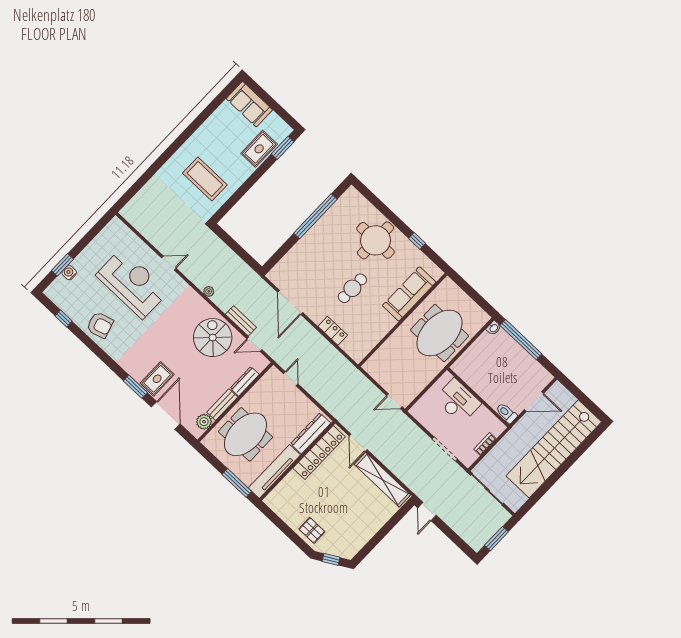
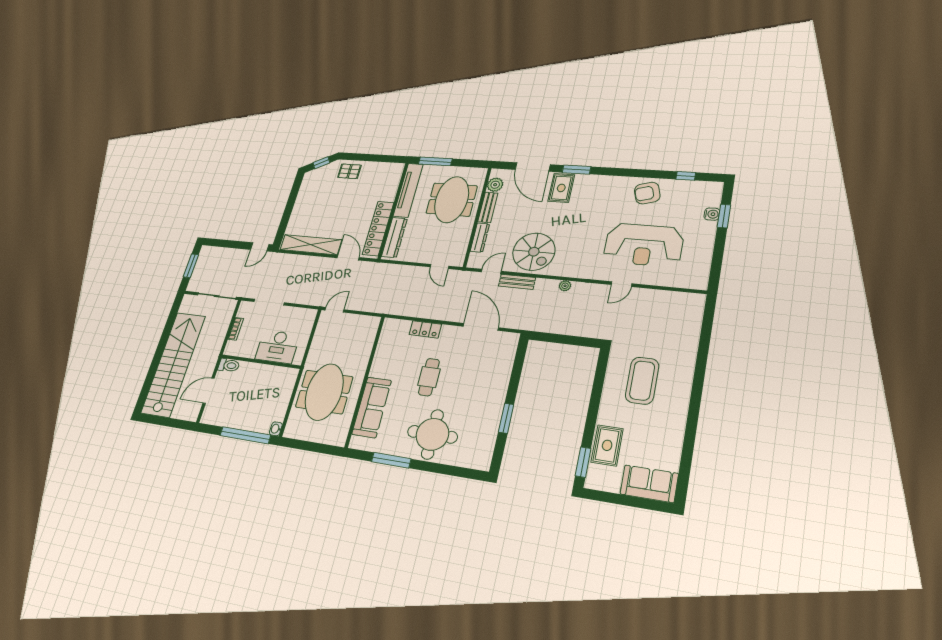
coffee table: (205, 179) -> (642, 381), turned 90
window: (315, 216) -> (506, 418), width x0.47
window: (417, 241) -> (391, 460), width x2.17
door: (427, 511) -> (260, 247), swing flipped

